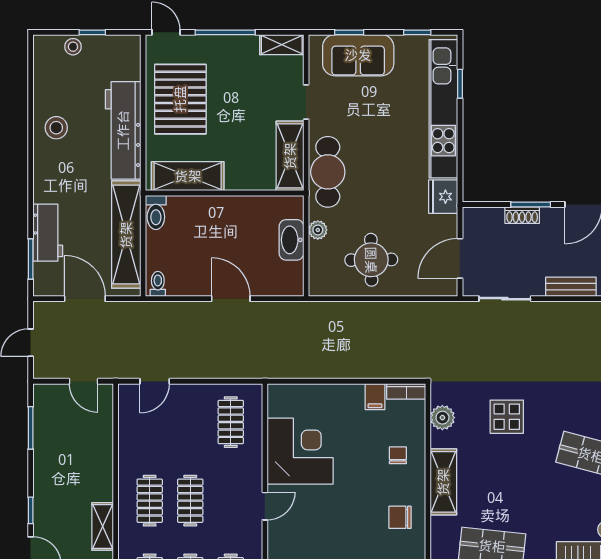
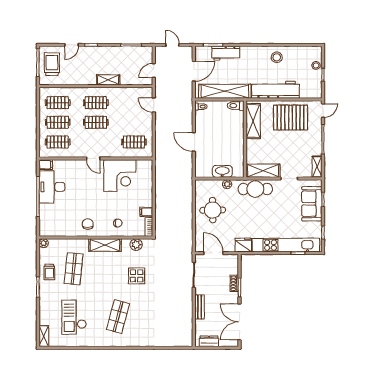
door: (231, 299) -> (194, 142), swing flipped
shelving: (103, 526) -> (108, 80), moved

